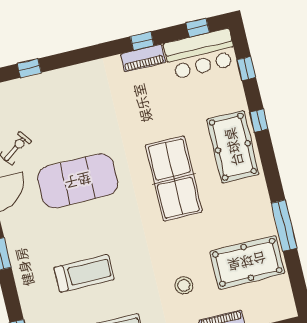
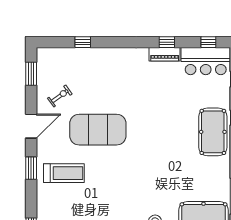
table tennis table: (174, 179) -> (166, 144), removed
treadmill: (84, 273) -> (64, 173), moved

